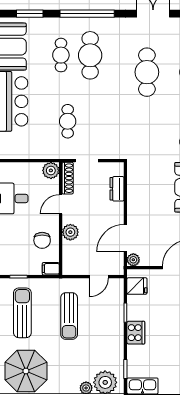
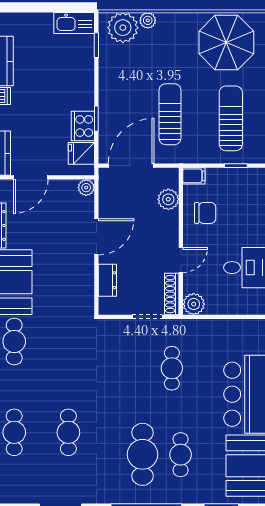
cafe table: (147, 72) -> (68, 432), width x0.73, depth x0.74
plant: (70, 232) -> (168, 199), moved
door: (125, 238) -> (96, 237), moved
chair: (42, 240) -> (205, 213), turned 90
door: (99, 277) -> (131, 166), width x1.87
sun lounger: (22, 313) -> (231, 118), turned 180
cooker: (136, 333) -> (83, 126), moved

